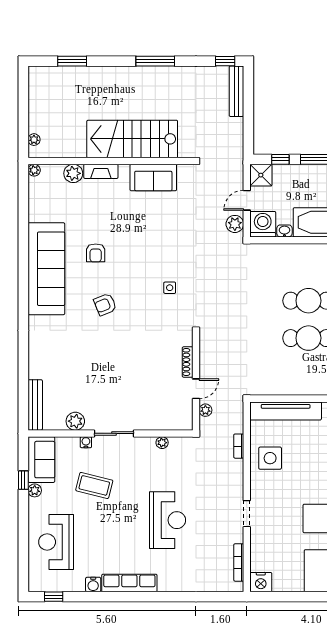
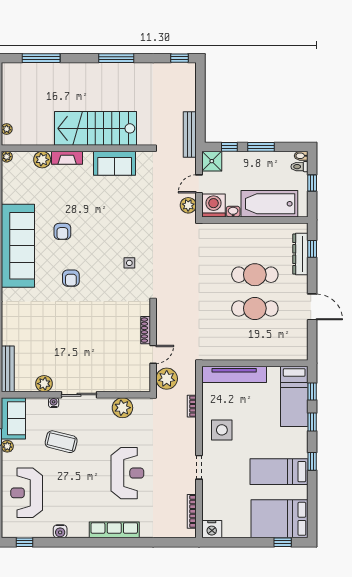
window: (72, 61) -> (41, 58), width x1.44
bench: (236, 91) -> (190, 135), moved
armchair: (105, 304) -> (71, 278), turned -68
plant: (205, 410) -> (167, 379), width x1.88, depth x1.88
plant: (162, 443) -> (122, 408), width x1.88, depth x1.88
side table: (270, 458) -> (222, 430), moved
row of seats: (129, 583) -> (114, 530), moved

